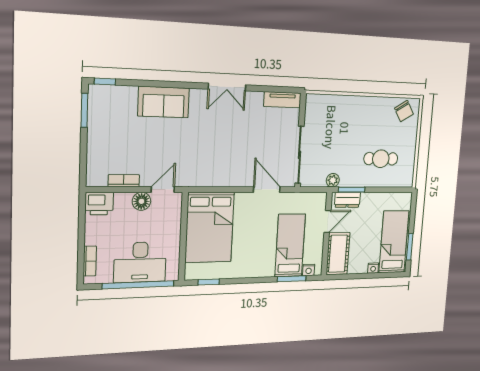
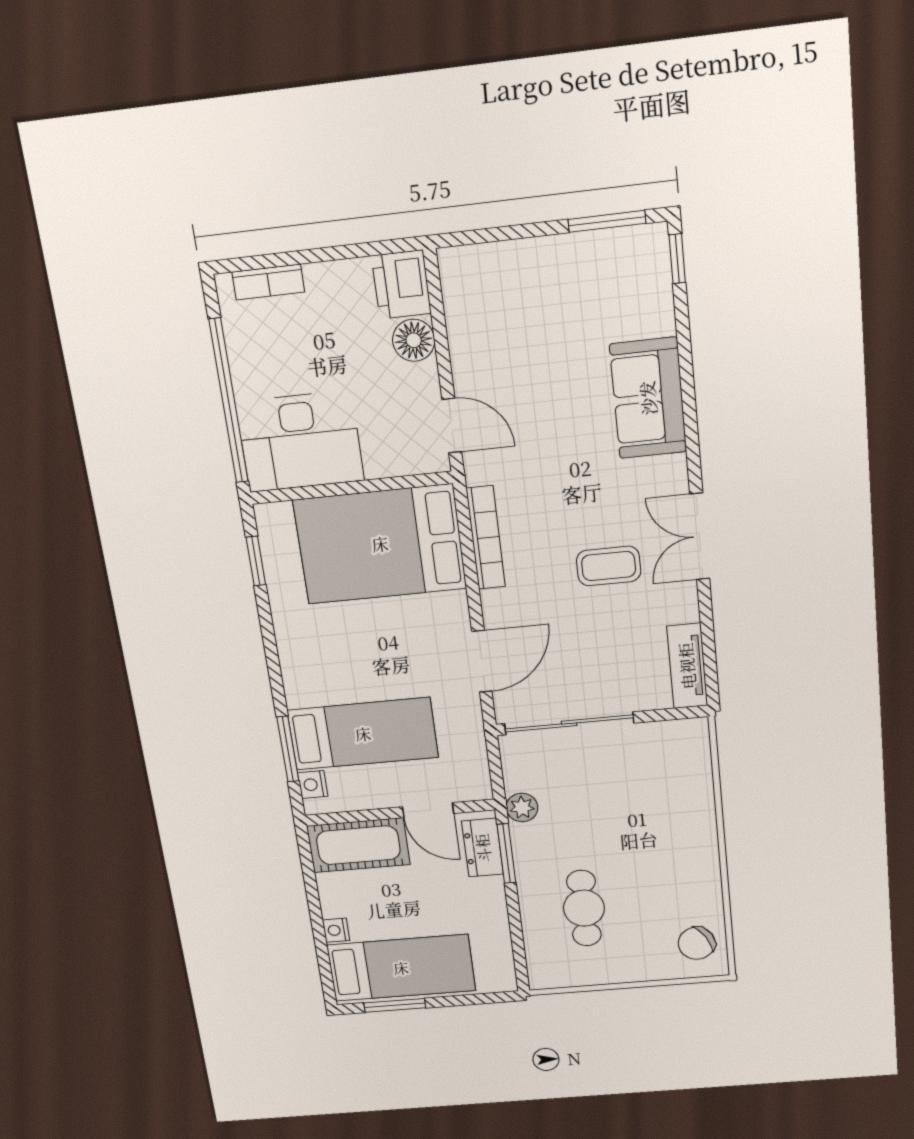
coffee table: (234, 129) -> (609, 566), added
bookcase: (124, 181) -> (486, 538), moved, width x1.56
floor lamp: (141, 201) -> (414, 340), moved
desk: (140, 262) -> (300, 442), moved, turned -90

